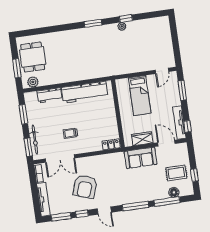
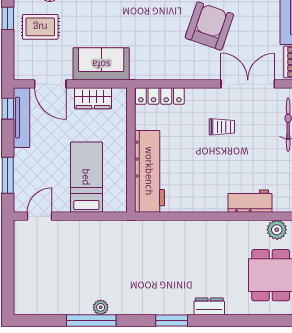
window: (126, 19) -> (91, 320), width x2.17
window: (93, 23) -> (172, 320), moved
dresser: (63, 35) -> (209, 306), added
workbench: (85, 92) -> (149, 171), moved, turned 90
locker: (111, 144) -> (160, 96), width x1.53

